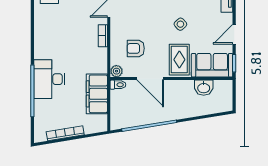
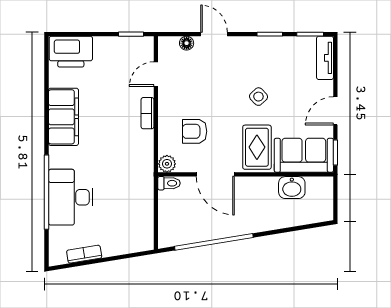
desk: (49, 79) -> (71, 197), moved
filing cabinet: (97, 94) -> (63, 117), moved, turned 180
bookcase: (65, 133) -> (84, 254), width x0.64

